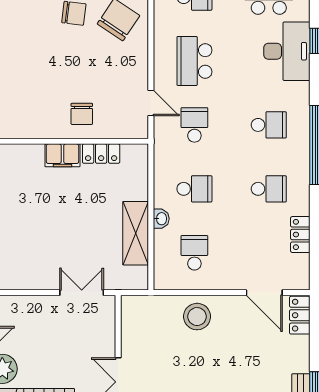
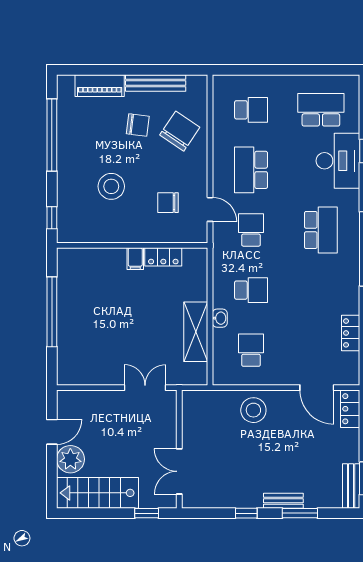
stool: (46, 79) -> (111, 186), added
chair: (82, 114) -> (168, 203), moved, turned 90
school desk: (269, 125) -> (321, 230), width x1.85
filing cabinet: (62, 155) -> (135, 259), width x0.50
school desk: (269, 189) -> (321, 290), removed

